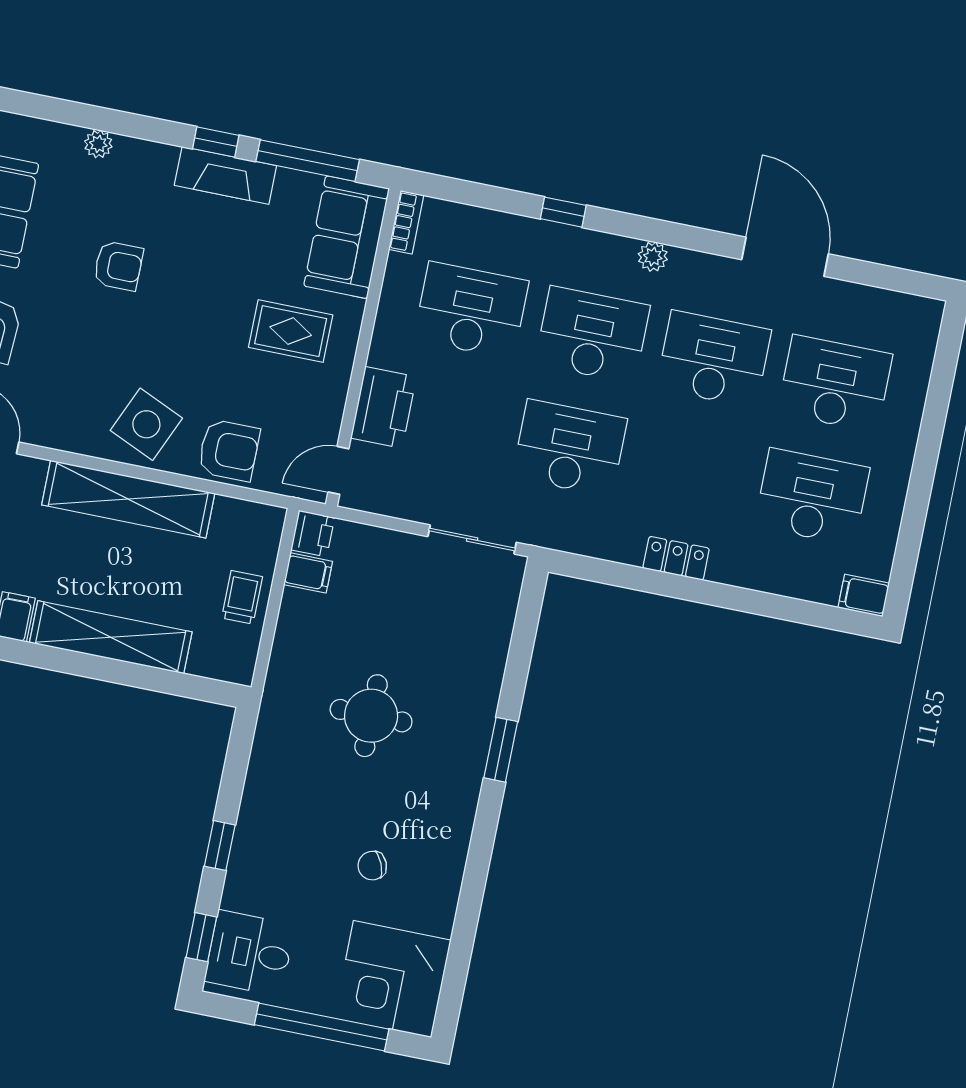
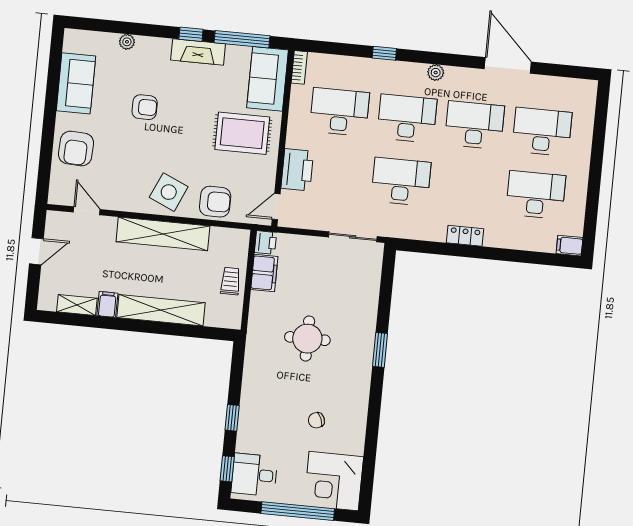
rug: (291, 331) -> (242, 133), width x1.36, depth x1.43
filing cabinet: (308, 573) -> (264, 273), width x2.00

